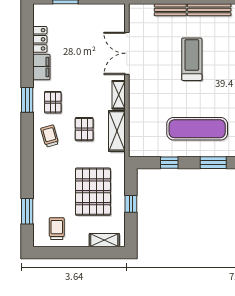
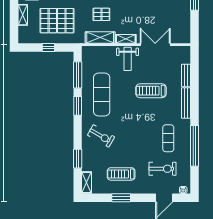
treadmill: (192, 59) -> (151, 91), turned 180
weight bench: (147, 92) -> (128, 59), added
window: (169, 163) -> (78, 75), width x2.17
shelving: (104, 240) -> (23, 15), moved

